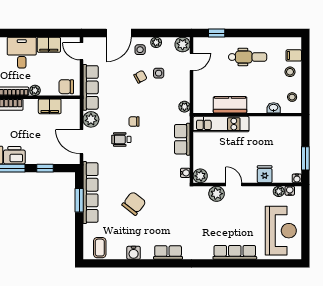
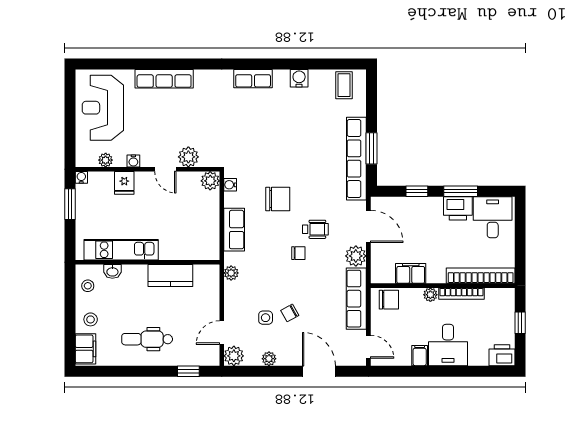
door: (119, 33) -> (319, 371), hinge flipped
filing cabinet: (49, 45) -> (420, 356), width x0.50
side table: (140, 50) -> (290, 349), removed
filing cabinet: (294, 55) -> (86, 349), width x2.00
kitchen unit: (221, 124) -> (121, 250), moved
water cooler: (290, 191) -> (133, 161), moved
chair: (134, 203) -> (278, 199), moved, turned -128

